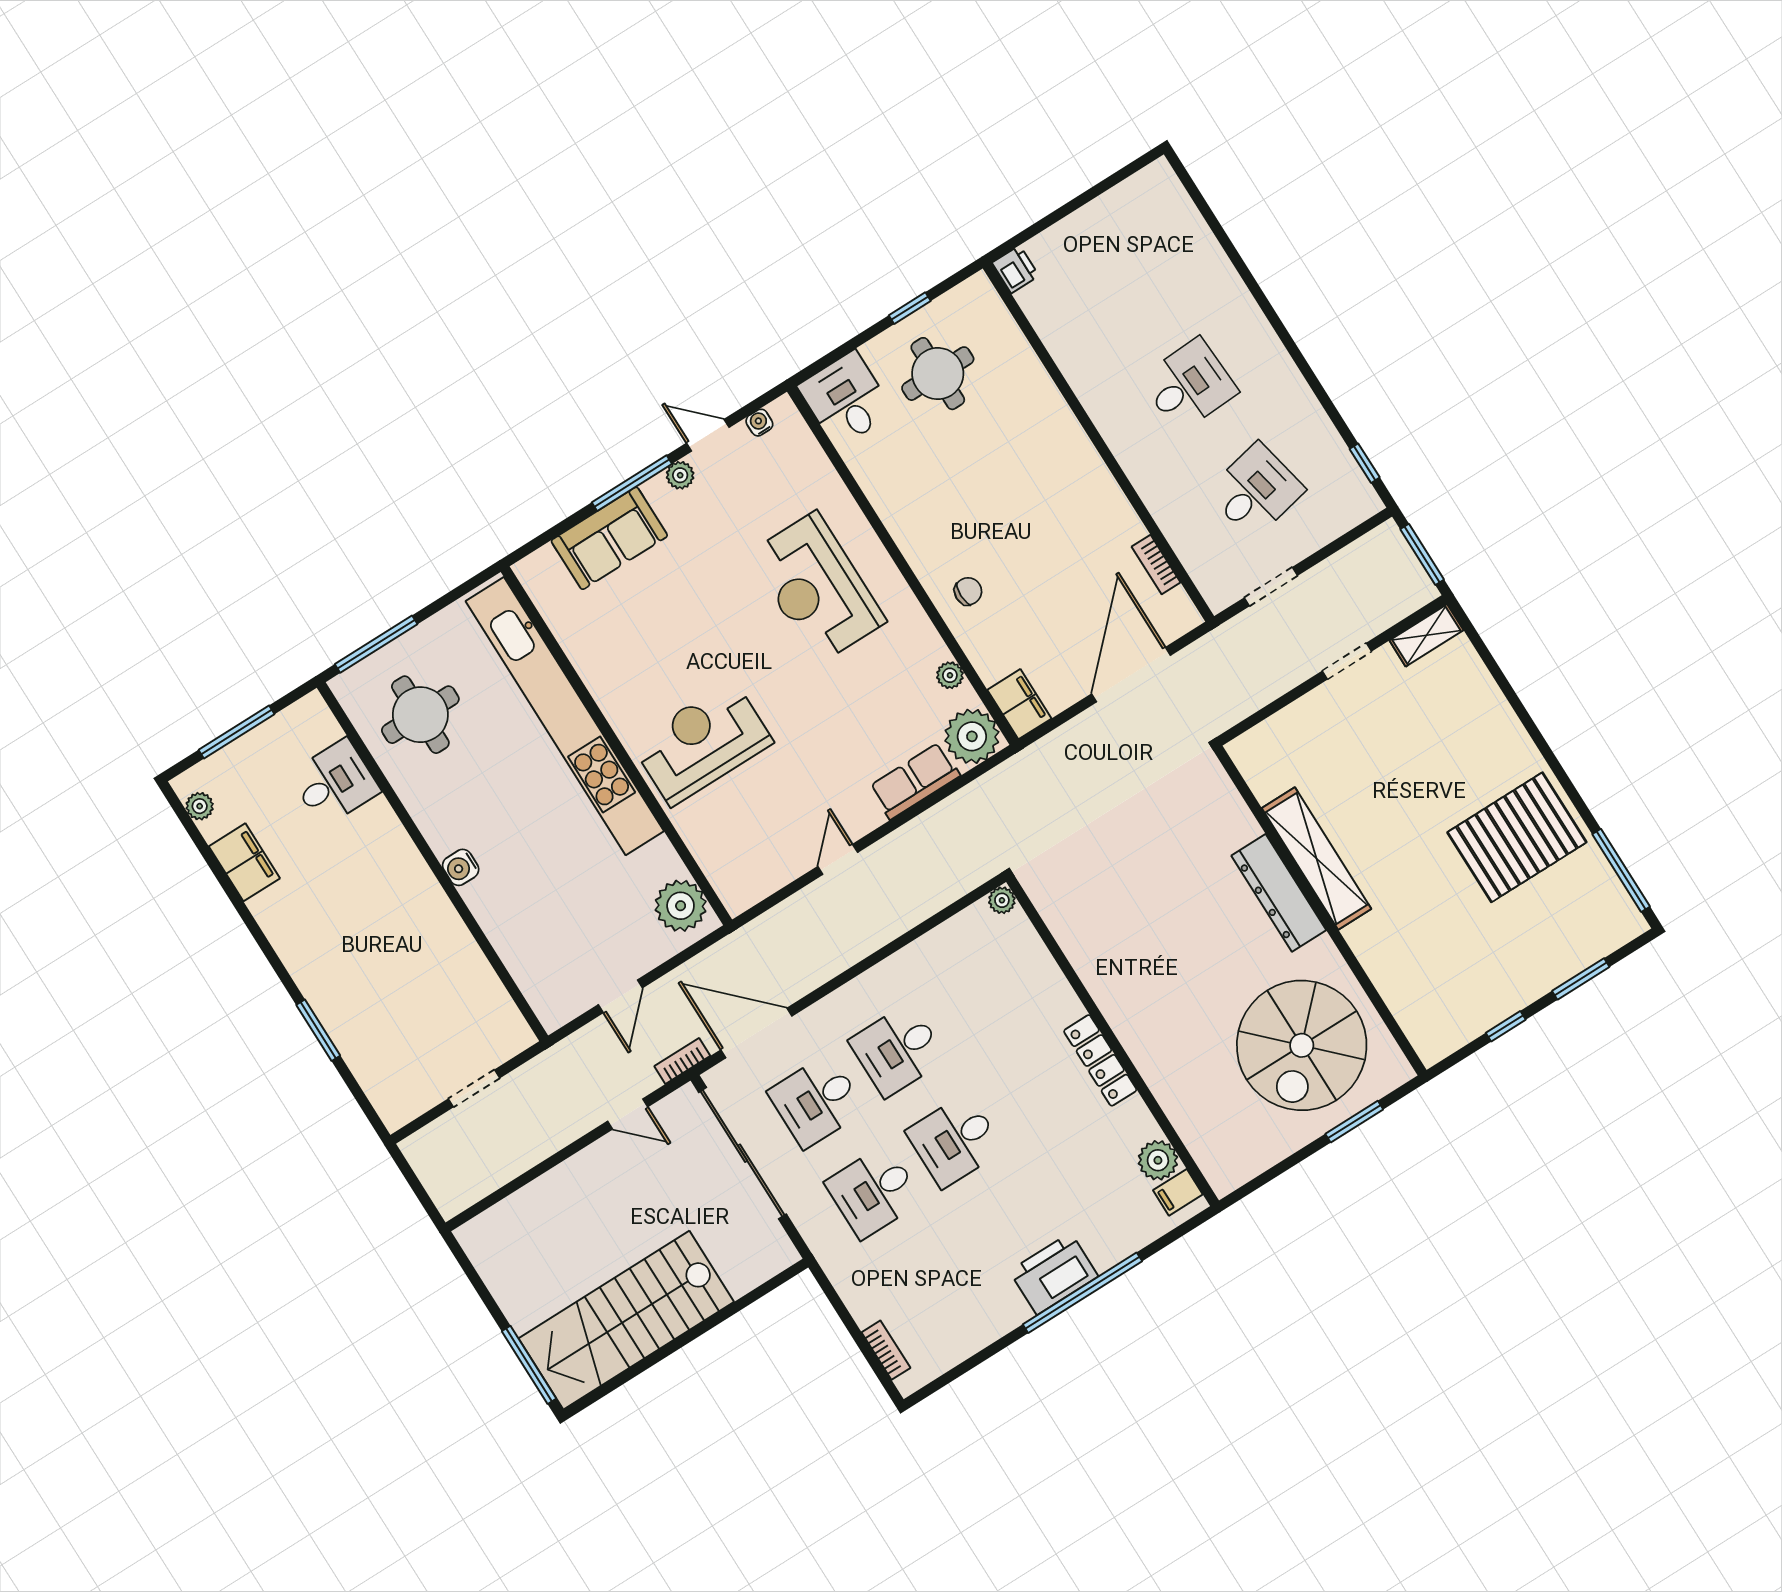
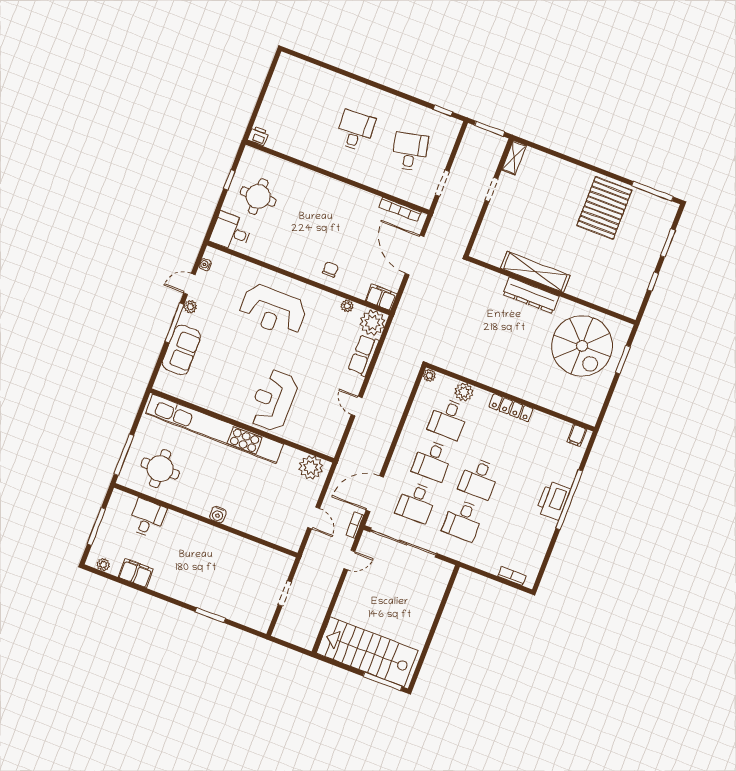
bookcase: (1156, 565) -> (400, 210), width x1.56
desk: (979, 999) -> (448, 419), added
plant: (1158, 1160) -> (464, 392), moved
stairs: (626, 1320) -> (367, 652), moved, turned 90

